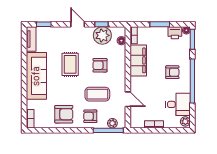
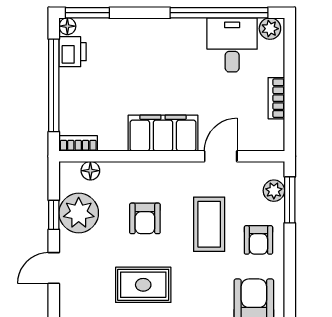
window: (160, 24) -> (54, 85), width x2.11
filing cabinet: (138, 60) -> (163, 133), moved
armchair: (172, 72) -> (161, 57), removed
window: (192, 81) -> (219, 13), moved
window: (108, 130) -> (290, 200), width x0.69

